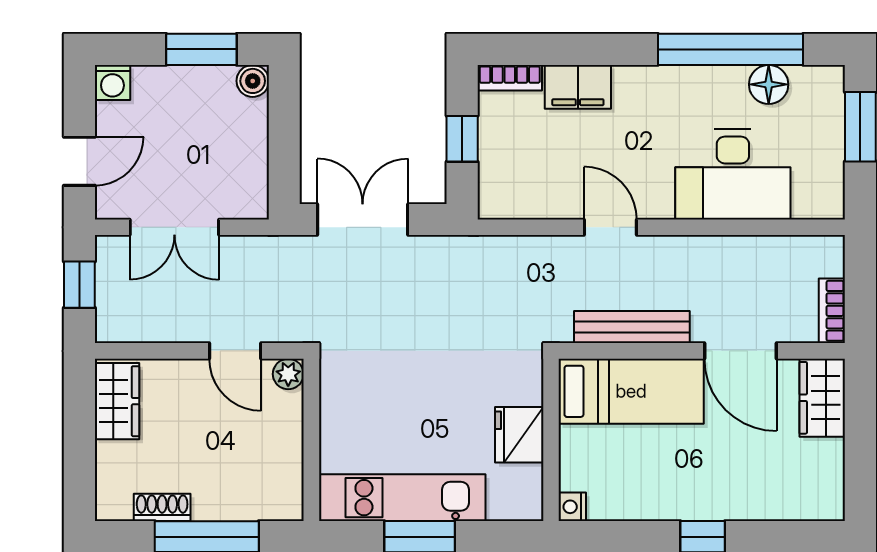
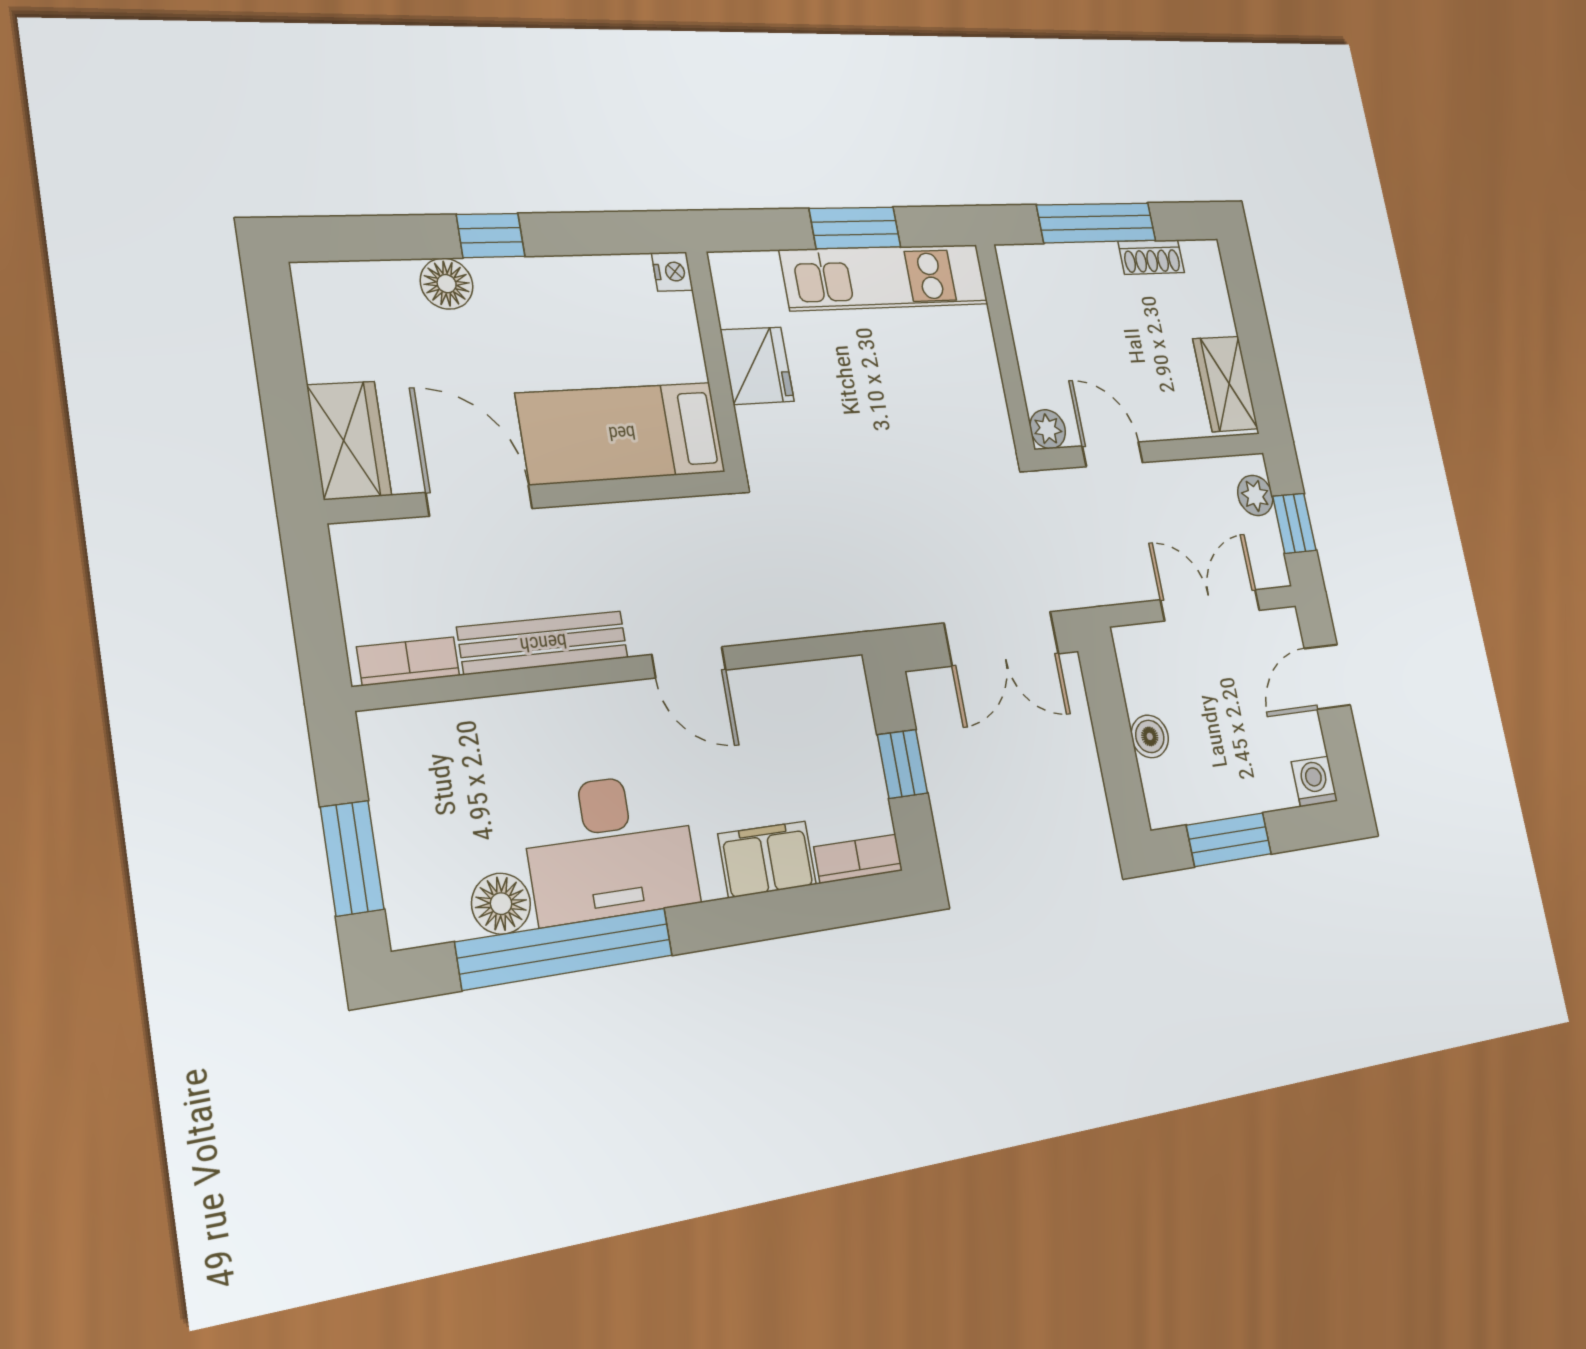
boiler: (253, 81) -> (1150, 736), moved
desk: (733, 174) -> (610, 848), moved, turned 180
plant: (111, 310) -> (1255, 495), added
bookcase: (832, 311) -> (408, 661), moved, turned -90
bench: (632, 327) -> (543, 643), moved
floor lamp: (739, 503) -> (447, 284), added

